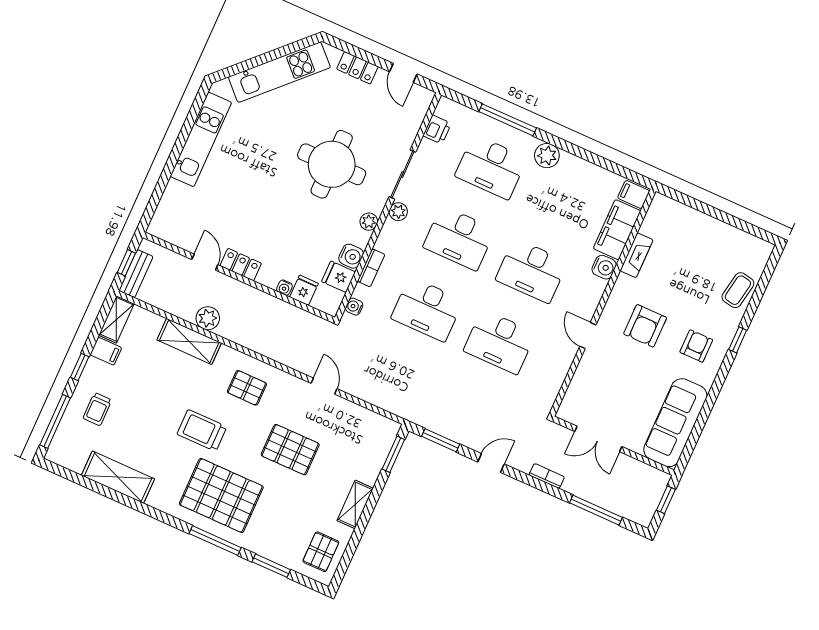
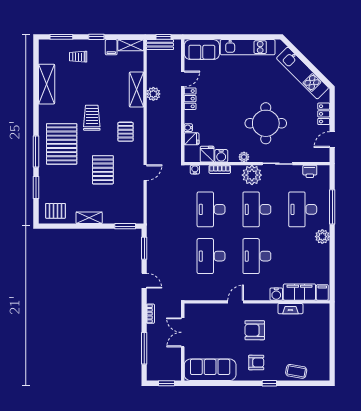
sofa: (173, 212) -> (202, 50), added
plant: (398, 212) -> (252, 175), width x1.87, depth x1.87
window: (55, 421) -> (61, 37), width x0.69

